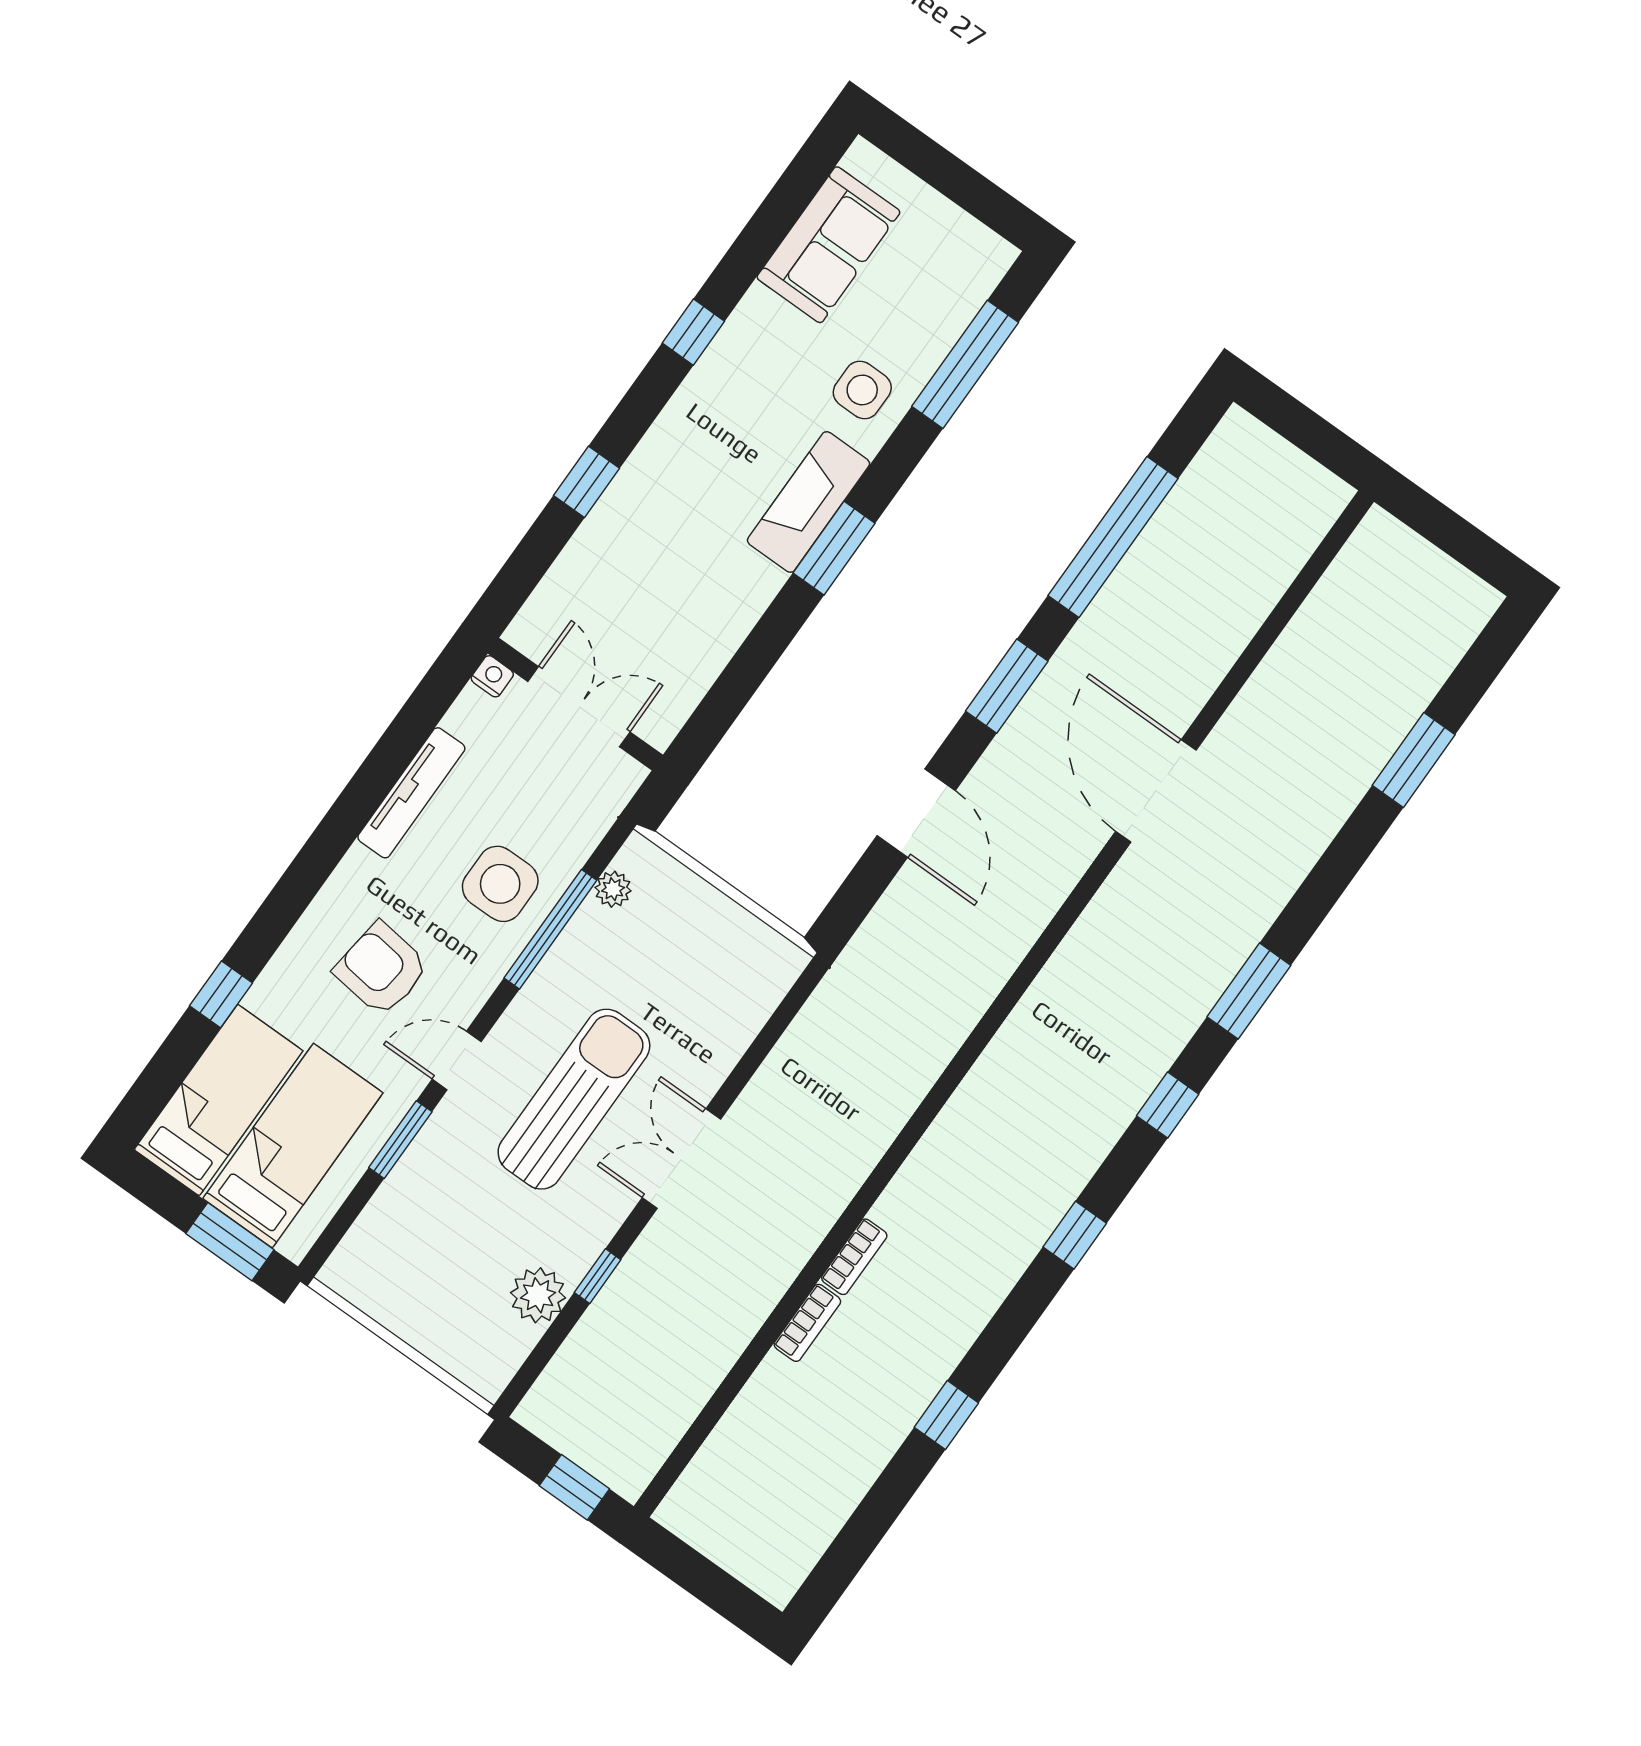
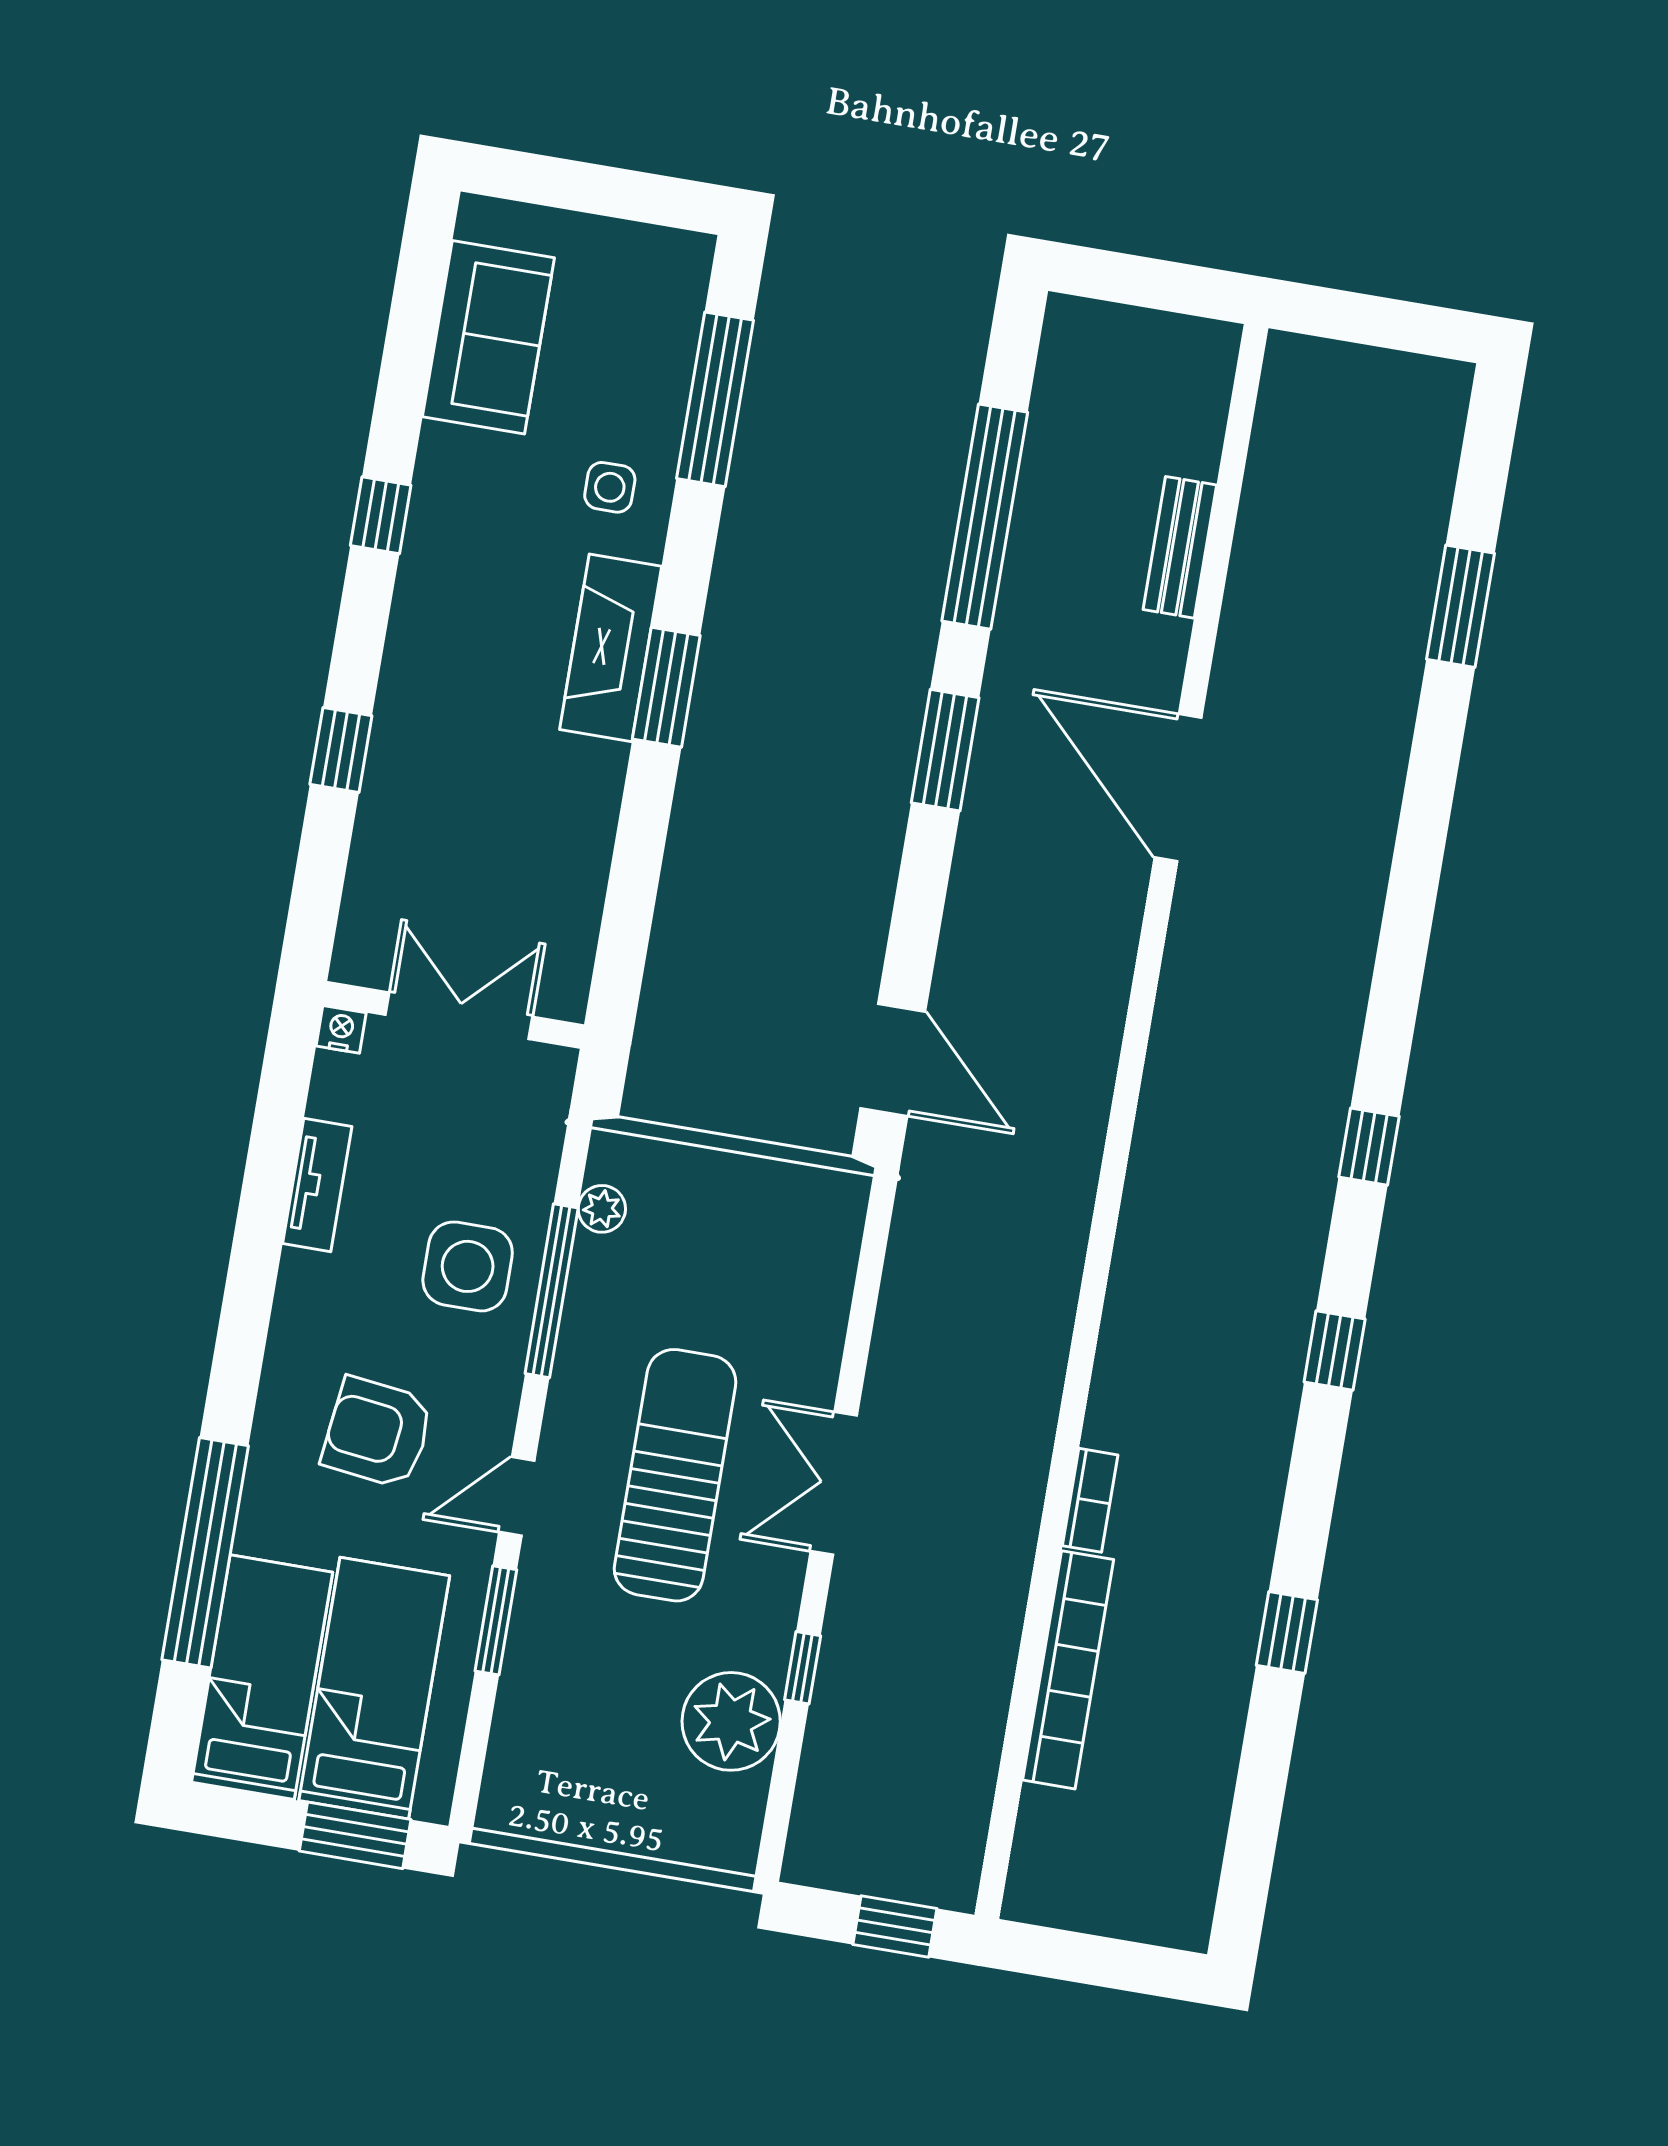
side table: (862, 390) -> (610, 487), width x0.73, depth x0.73
bench: (1238, 624) -> (1180, 547), added
tv unit: (411, 793) -> (317, 1185), width x0.71
door: (916, 813) -> (893, 1060), moved
window: (1249, 991) -> (1399, 968), removed
window: (221, 994) -> (205, 1553), width x3.17
plant: (538, 1295) -> (731, 1721), width x1.36, depth x1.36
bookcase: (807, 1323) -> (1068, 1670), width x2.31, depth x1.31

